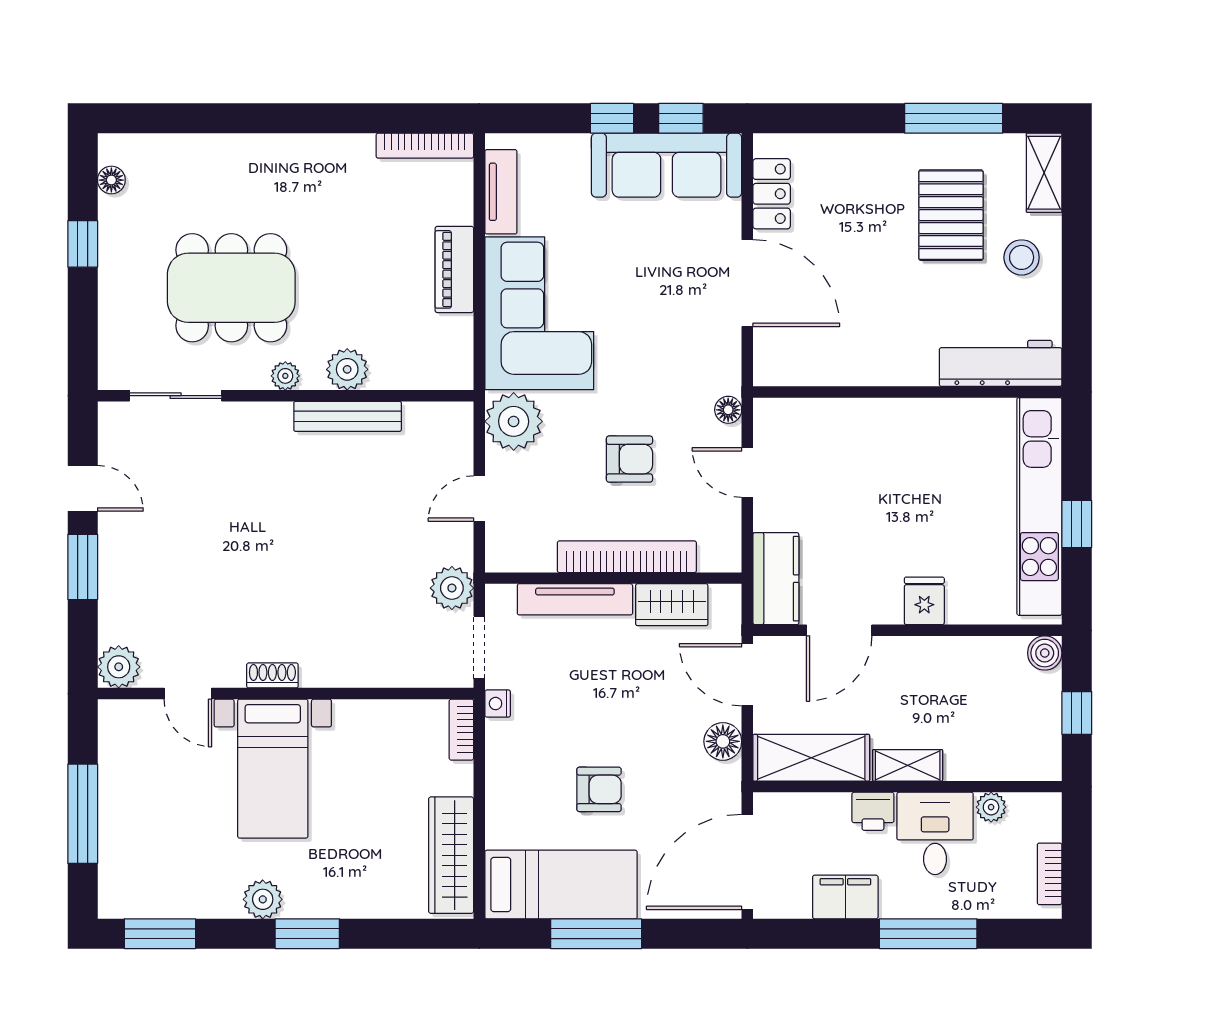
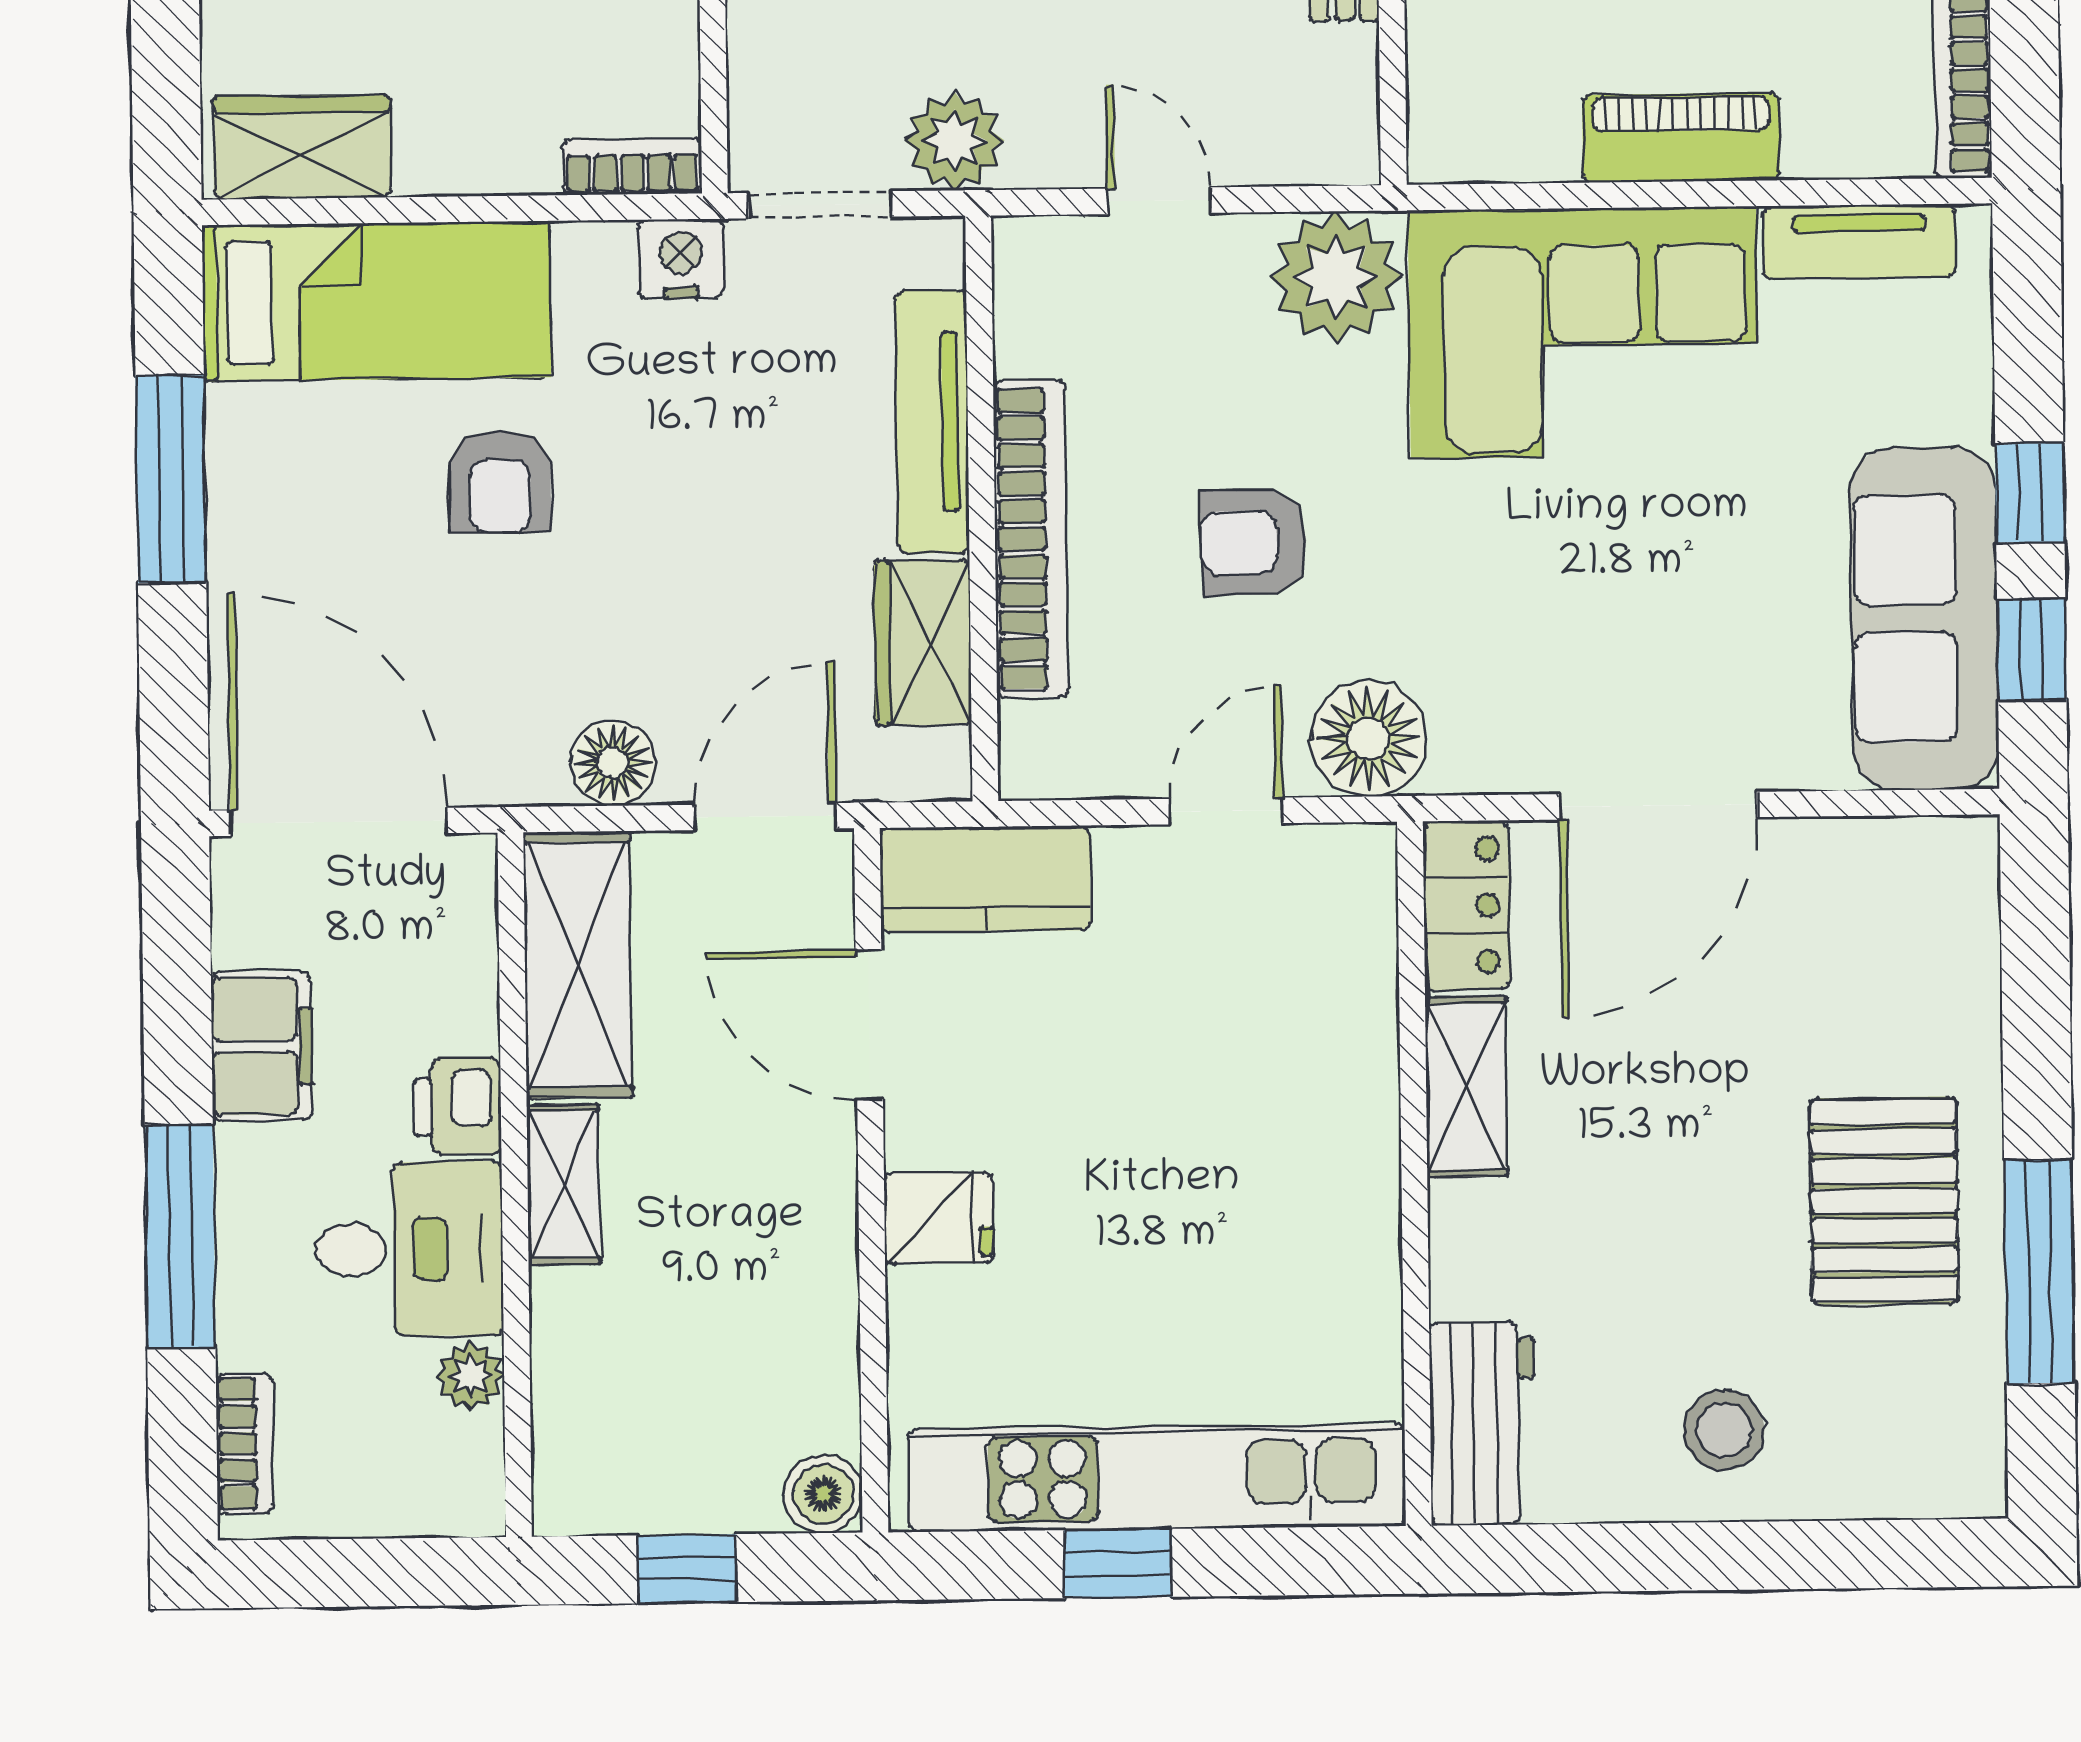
shelving: (1044, 173) -> (1467, 1087), moved, turned 90
locker: (772, 194) -> (1466, 905), moved, turned -90
pallet: (951, 215) -> (1884, 1201), moved, turned 90
workbench: (1001, 363) -> (1483, 1423), width x0.73
floor lamp: (728, 410) -> (1368, 739), width x1.89, depth x1.89
armchair: (629, 459) -> (1254, 542), turned 89
nightstand: (498, 704) -> (681, 259), width x1.39, depth x1.35
wardrobe: (451, 855) -> (302, 147), width x0.67
bookcase: (1050, 874) -> (245, 1444), moved, turned 90
bed: (561, 885) -> (376, 301), moved, turned -90

